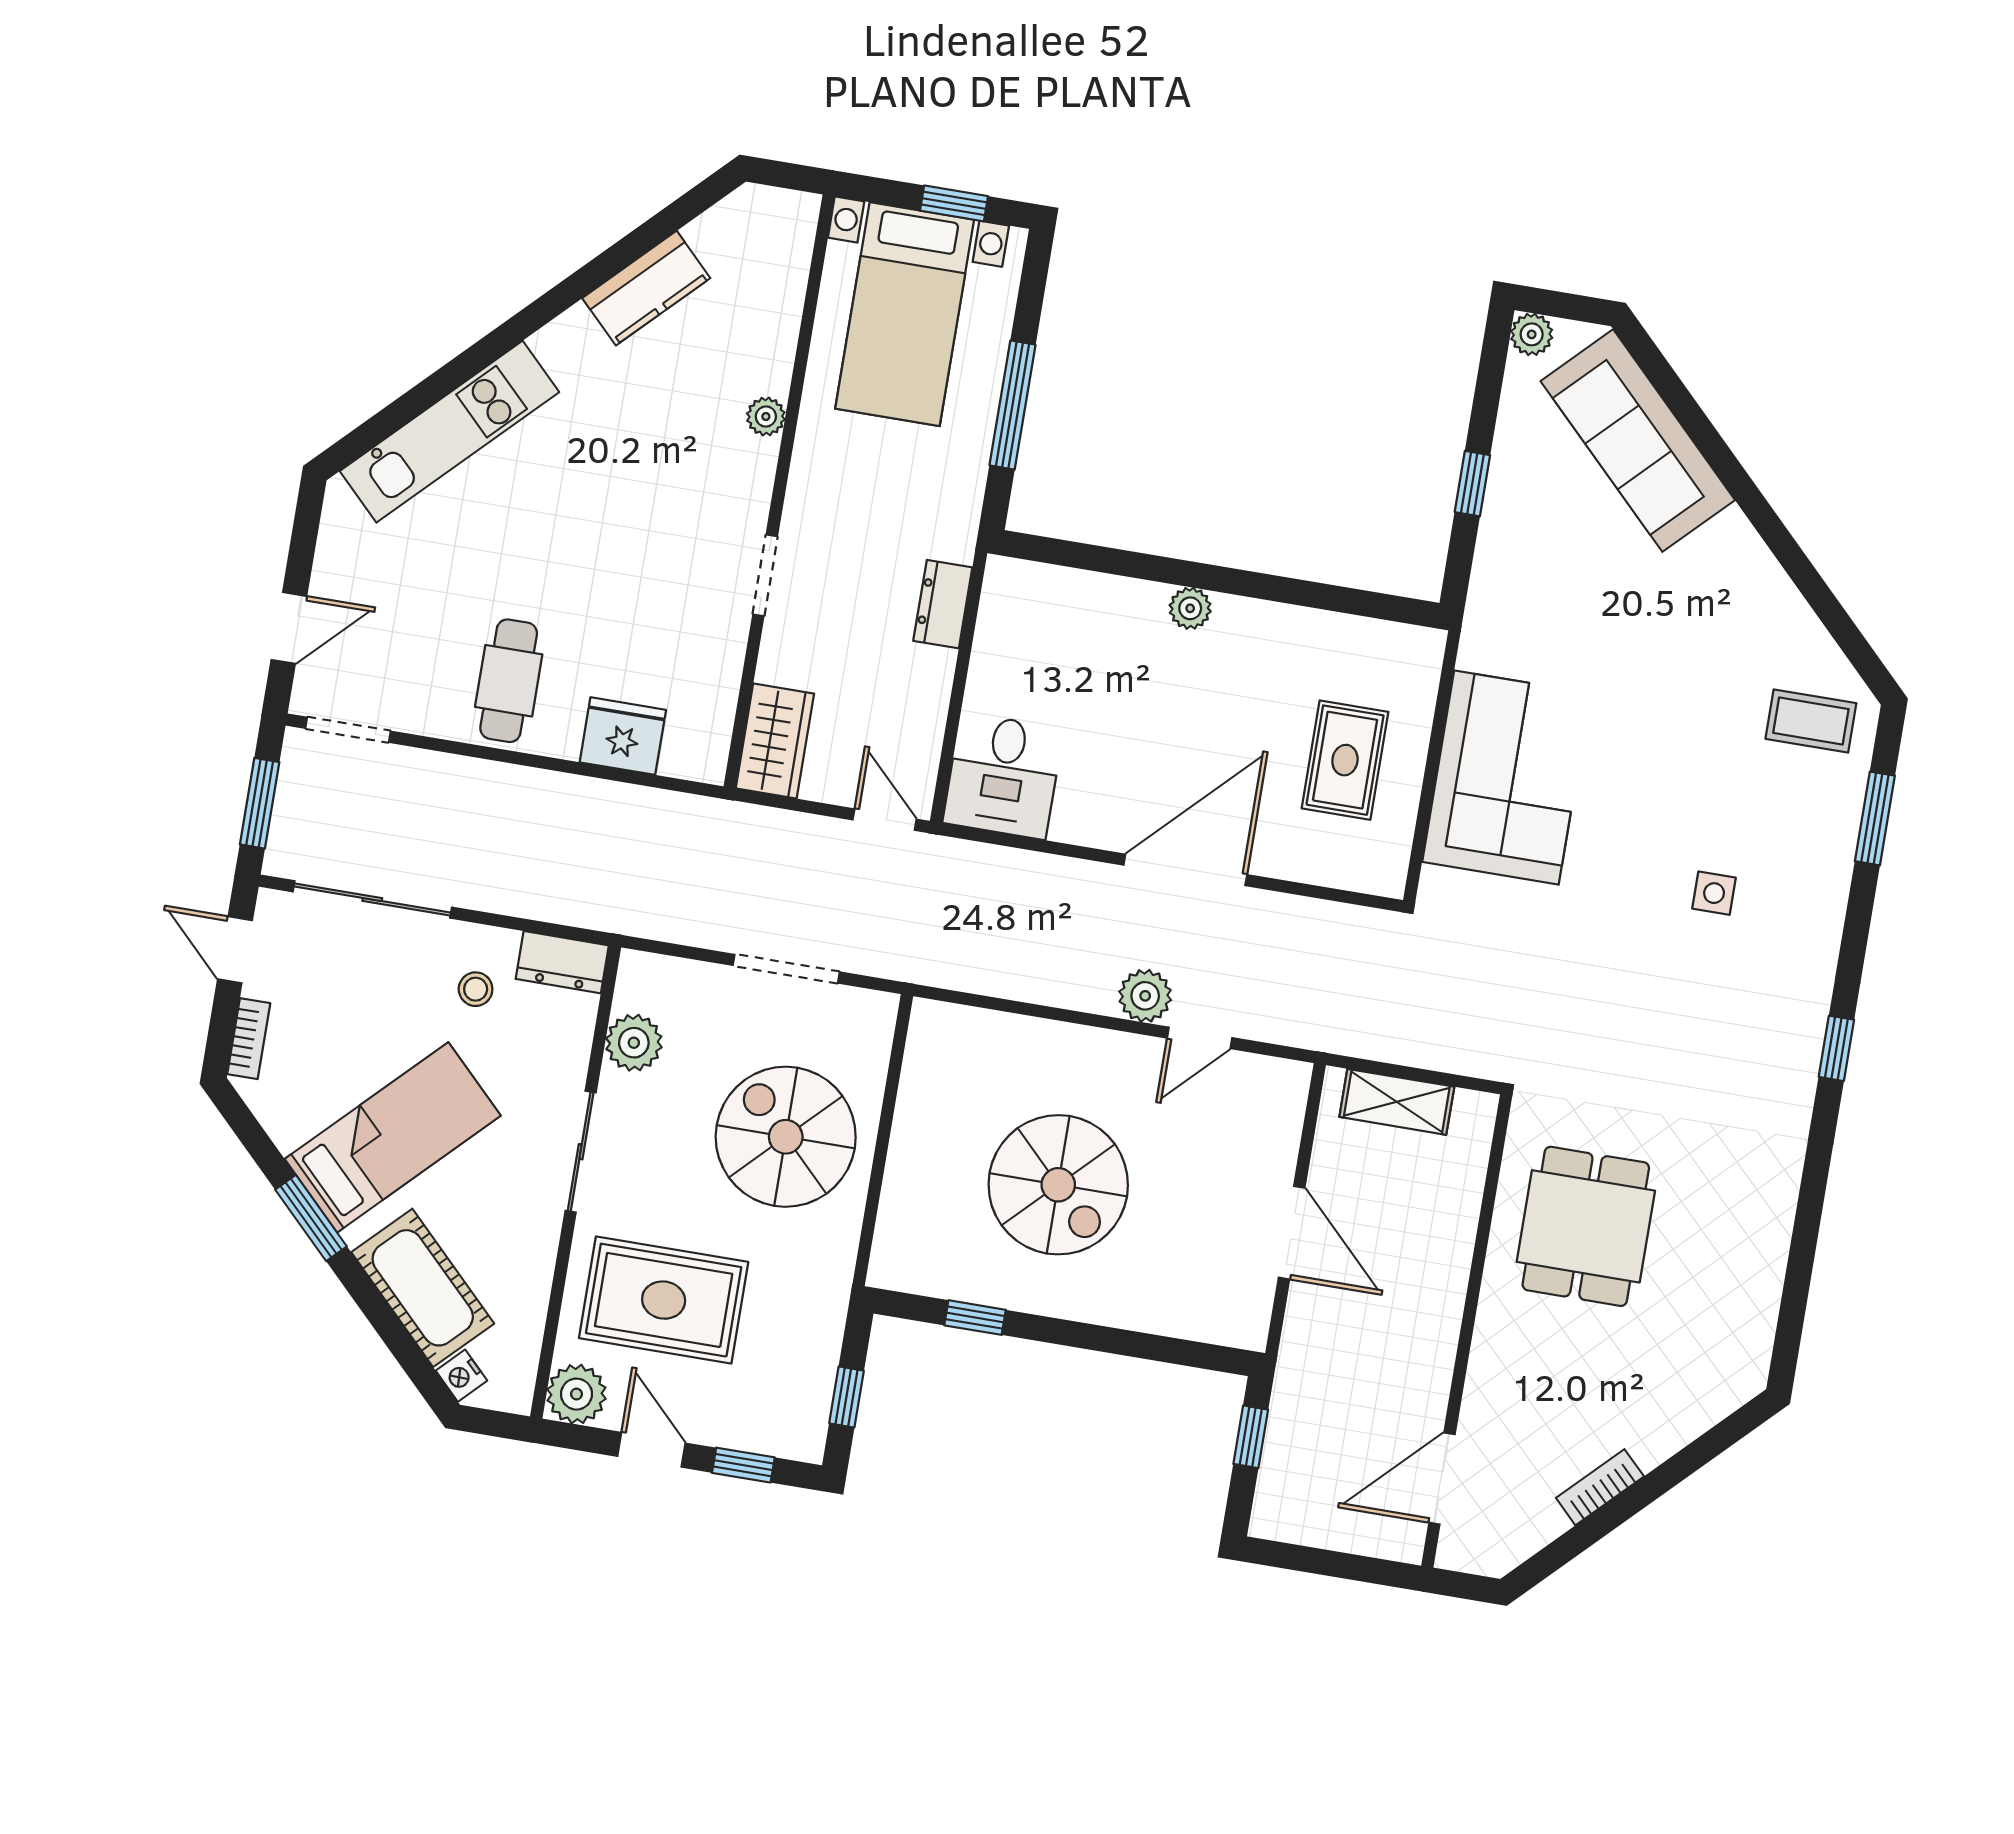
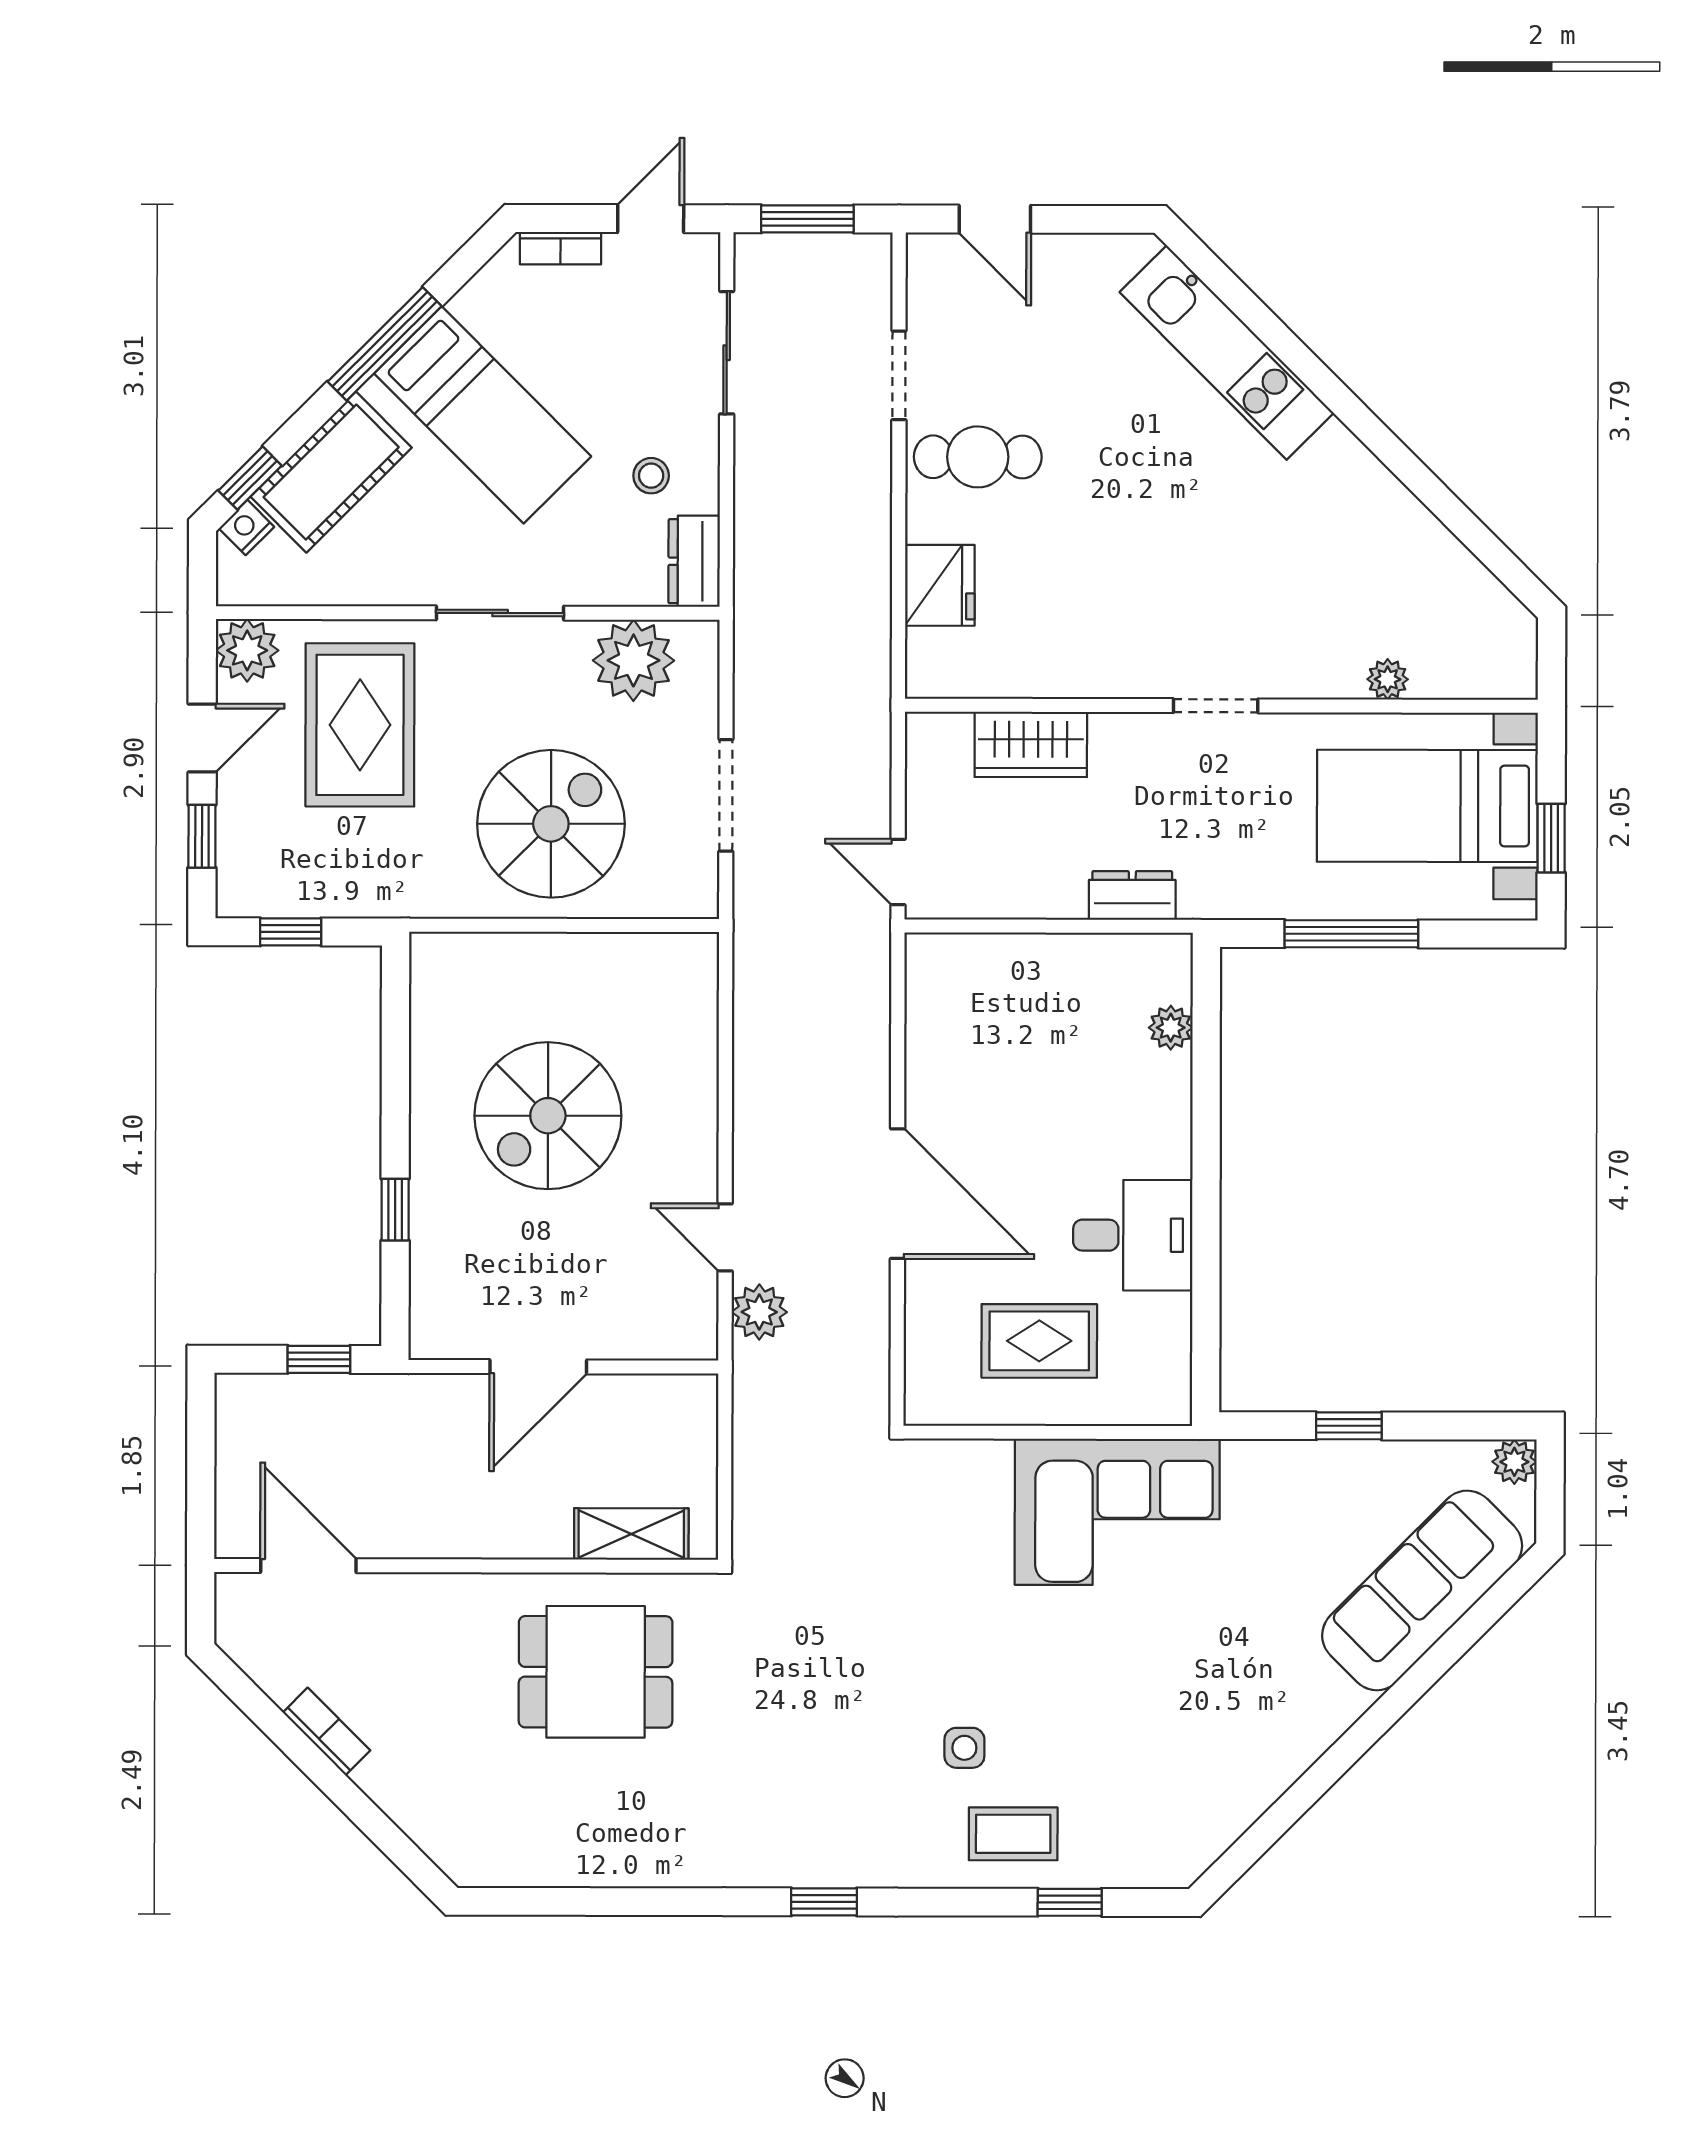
kitchen counter: (646, 288) -> (1410, 532), removed
plant: (766, 416) -> (1388, 679), moved
doorway: (765, 575) -> (1216, 706), moved
plant: (1190, 608) -> (1171, 1028), moved
coffee table: (1811, 721) -> (1013, 1834), moved, turned 90
doorway: (348, 730) -> (899, 375), moved
wardrobe: (775, 741) -> (1031, 744), moved
desk: (1003, 776) -> (1133, 1235), moved, turned 180
corner sofa: (1506, 778) -> (1117, 1512), moved
window: (1875, 818) -> (1070, 1902), width x0.67
door: (885, 820) -> (898, 872), swing flipped
sliding door: (372, 899) -> (727, 353), width x0.73
plant: (1145, 996) -> (759, 1312), moved
plant: (634, 1043) -> (633, 660), width x1.36, depth x1.36
shelving: (1397, 1102) -> (631, 1534), moved, turned 90
window: (311, 1218) -> (385, 344), width x1.44
window: (975, 1318) -> (395, 1210), moved
window: (416, 1365) -> (250, 478), added

